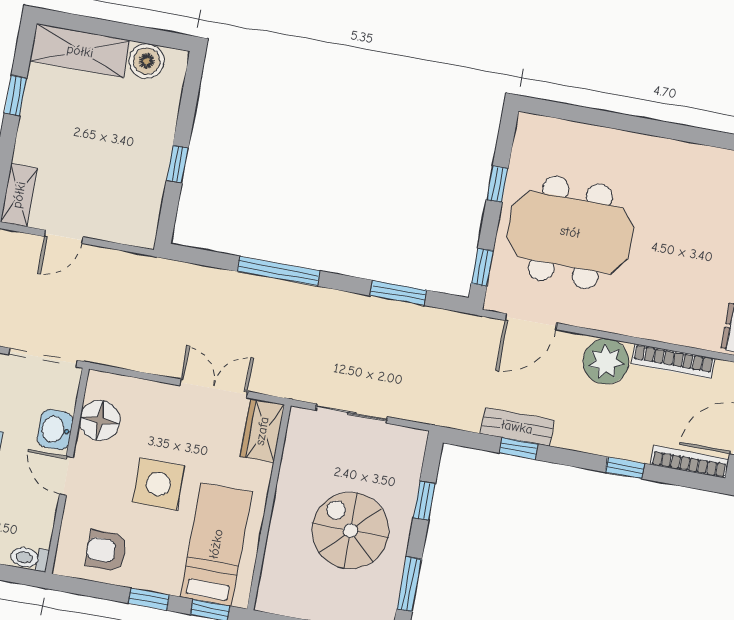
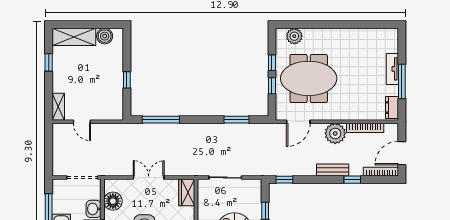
plant: (556, 135) -> (294, 36), added
door: (64, 237) -> (82, 122), hinge flipped
window: (482, 267) -> (272, 86), moved
window: (279, 271) -> (161, 120), moved
double door: (213, 388) -> (149, 178), moved
bench: (517, 427) -> (333, 170), moved
window: (519, 448) -> (284, 180), moved

